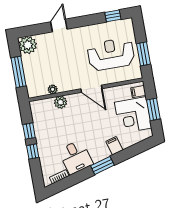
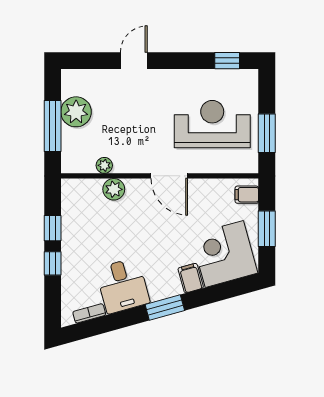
plant: (28, 45) -> (76, 112), moved
corner desk: (133, 115) -> (224, 254), moved, turned 74

